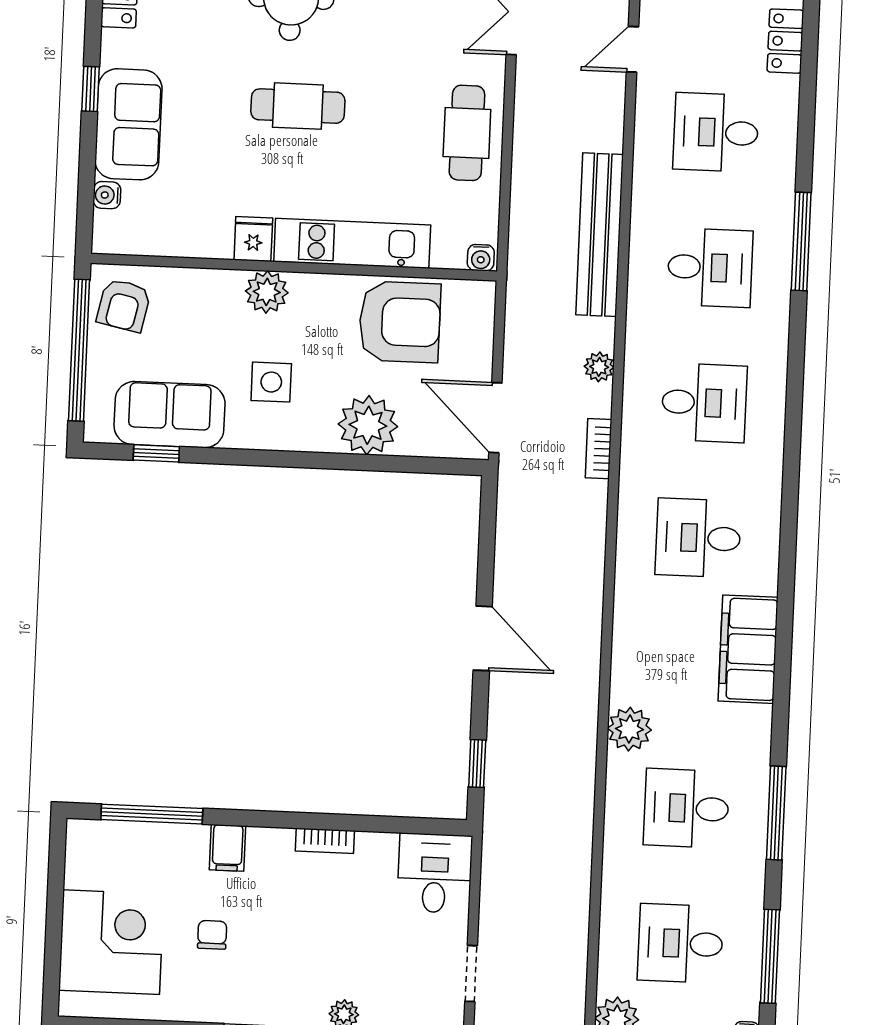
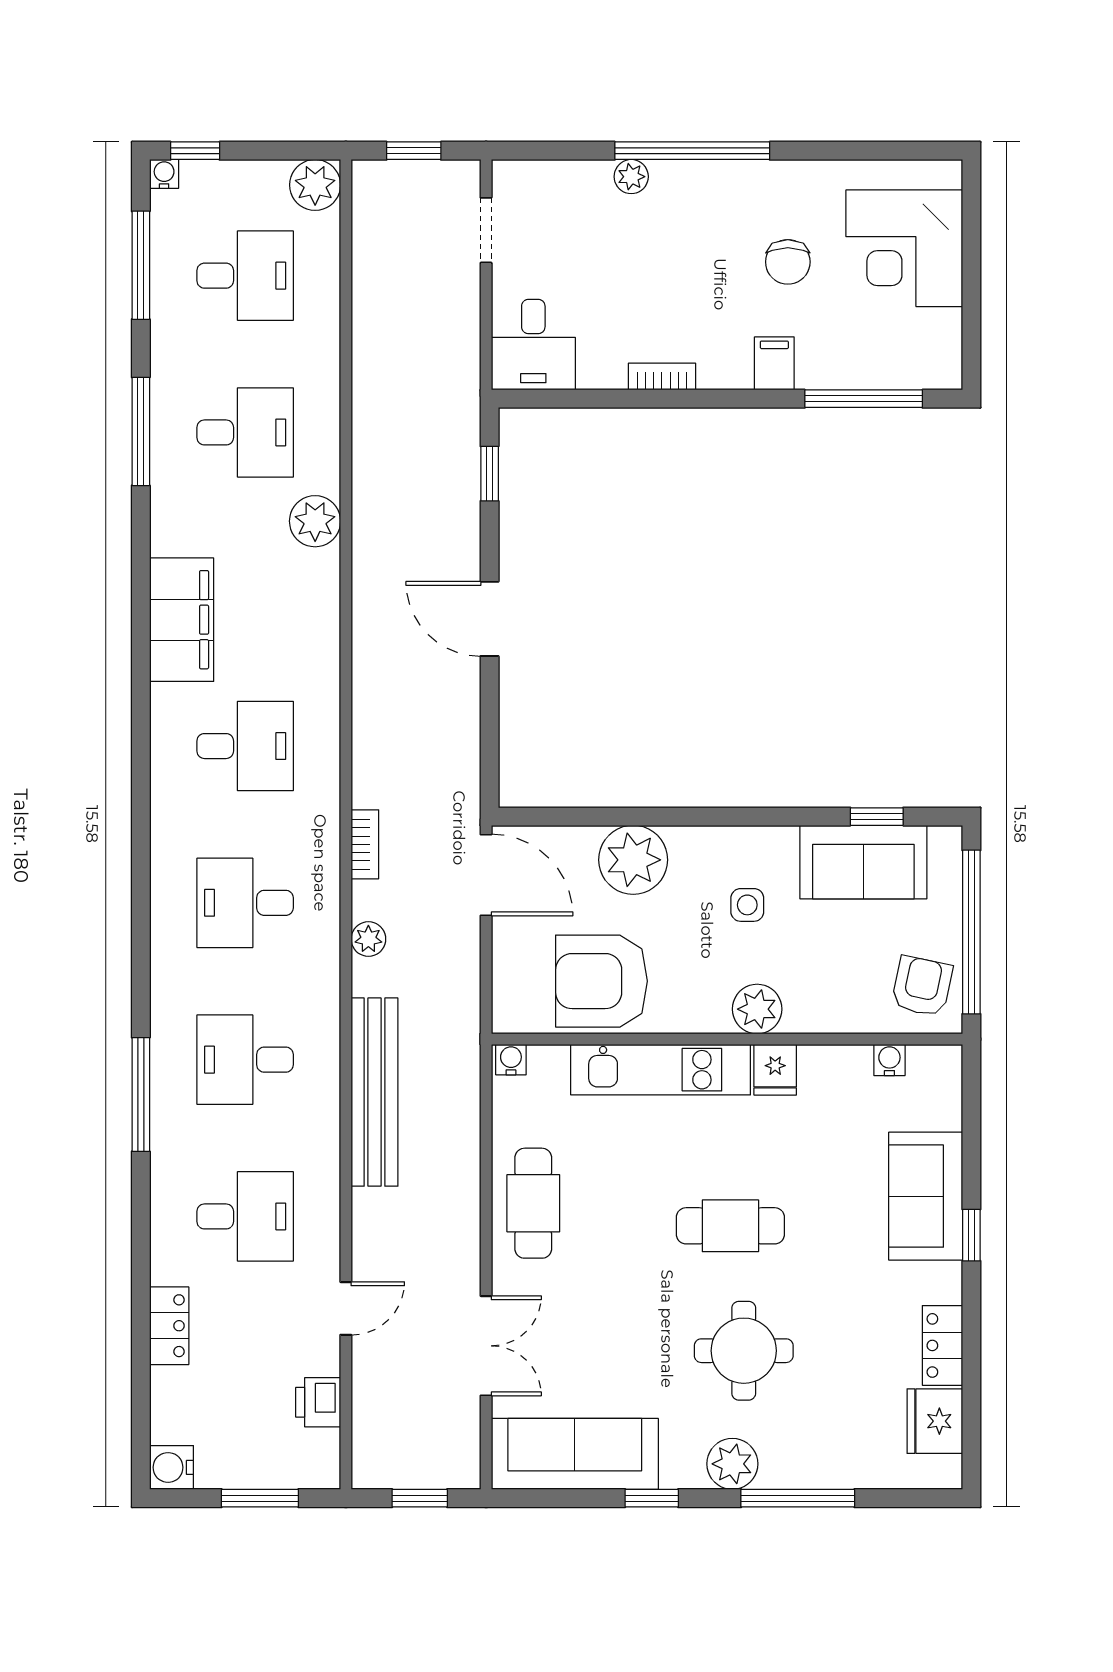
water cooler: (107, 195) -> (889, 1060), moved, turned -90
side table: (271, 382) -> (747, 905), width x0.73, depth x0.73
chair: (212, 935) -> (788, 262), width x1.37, depth x1.37

